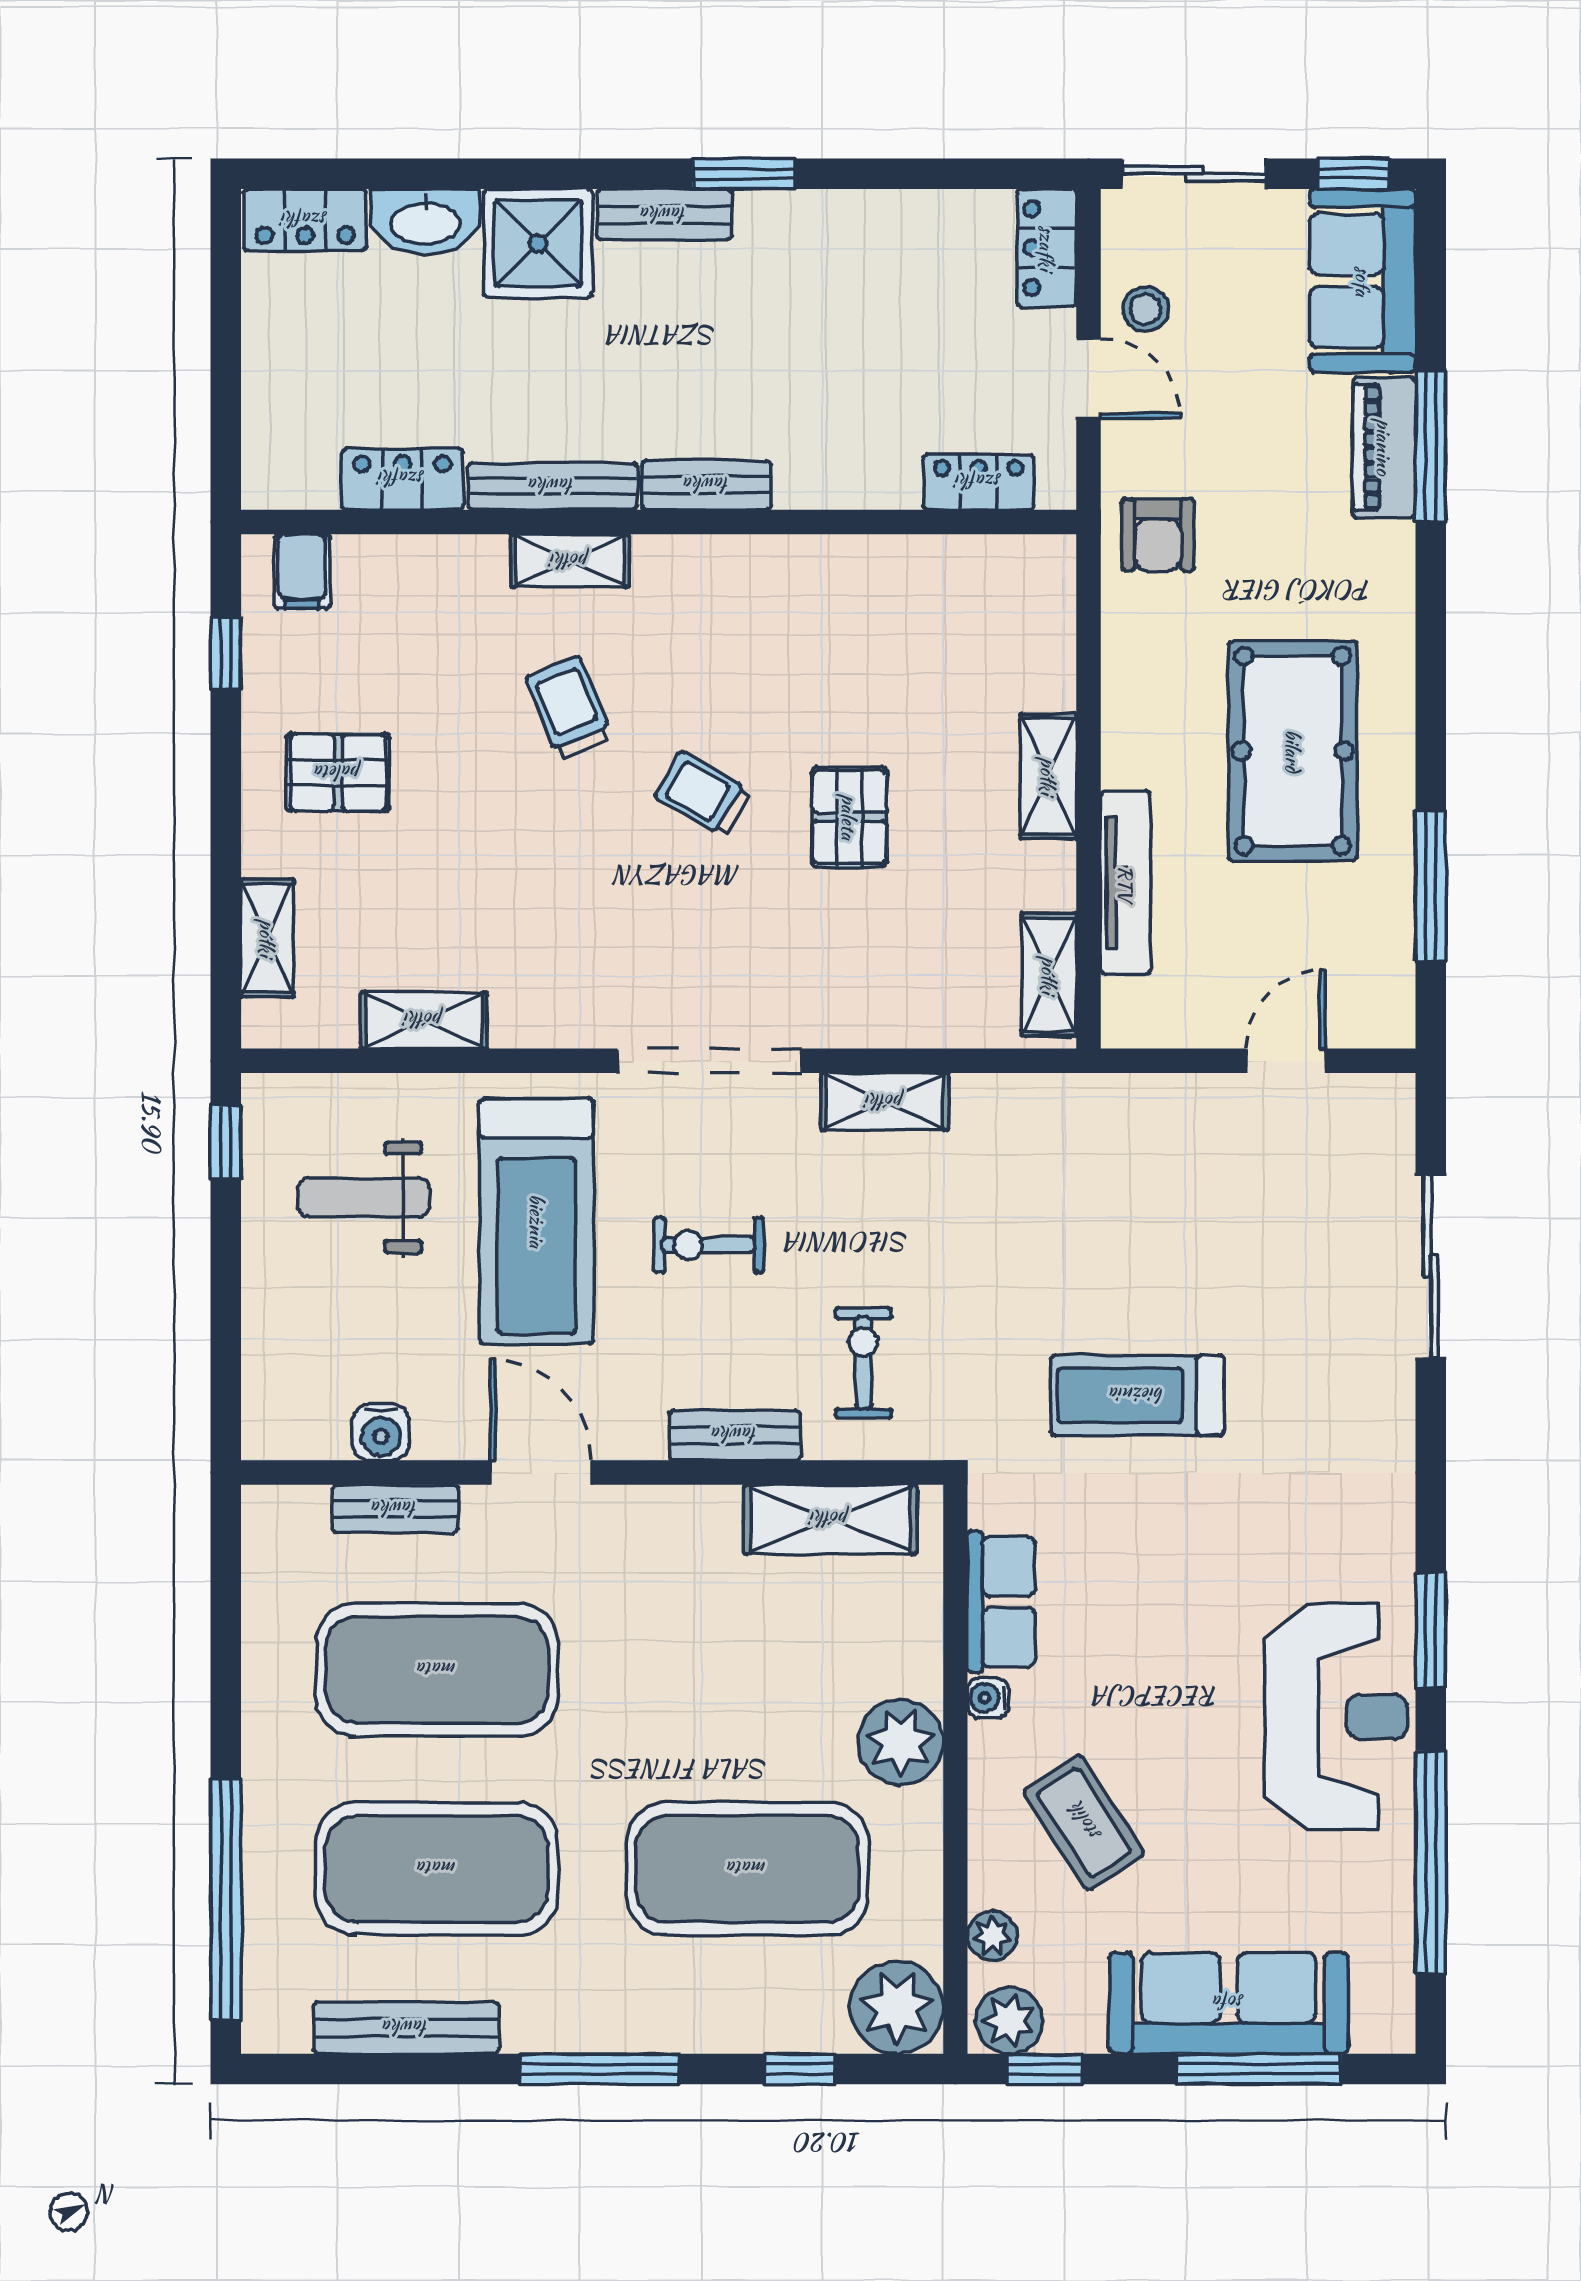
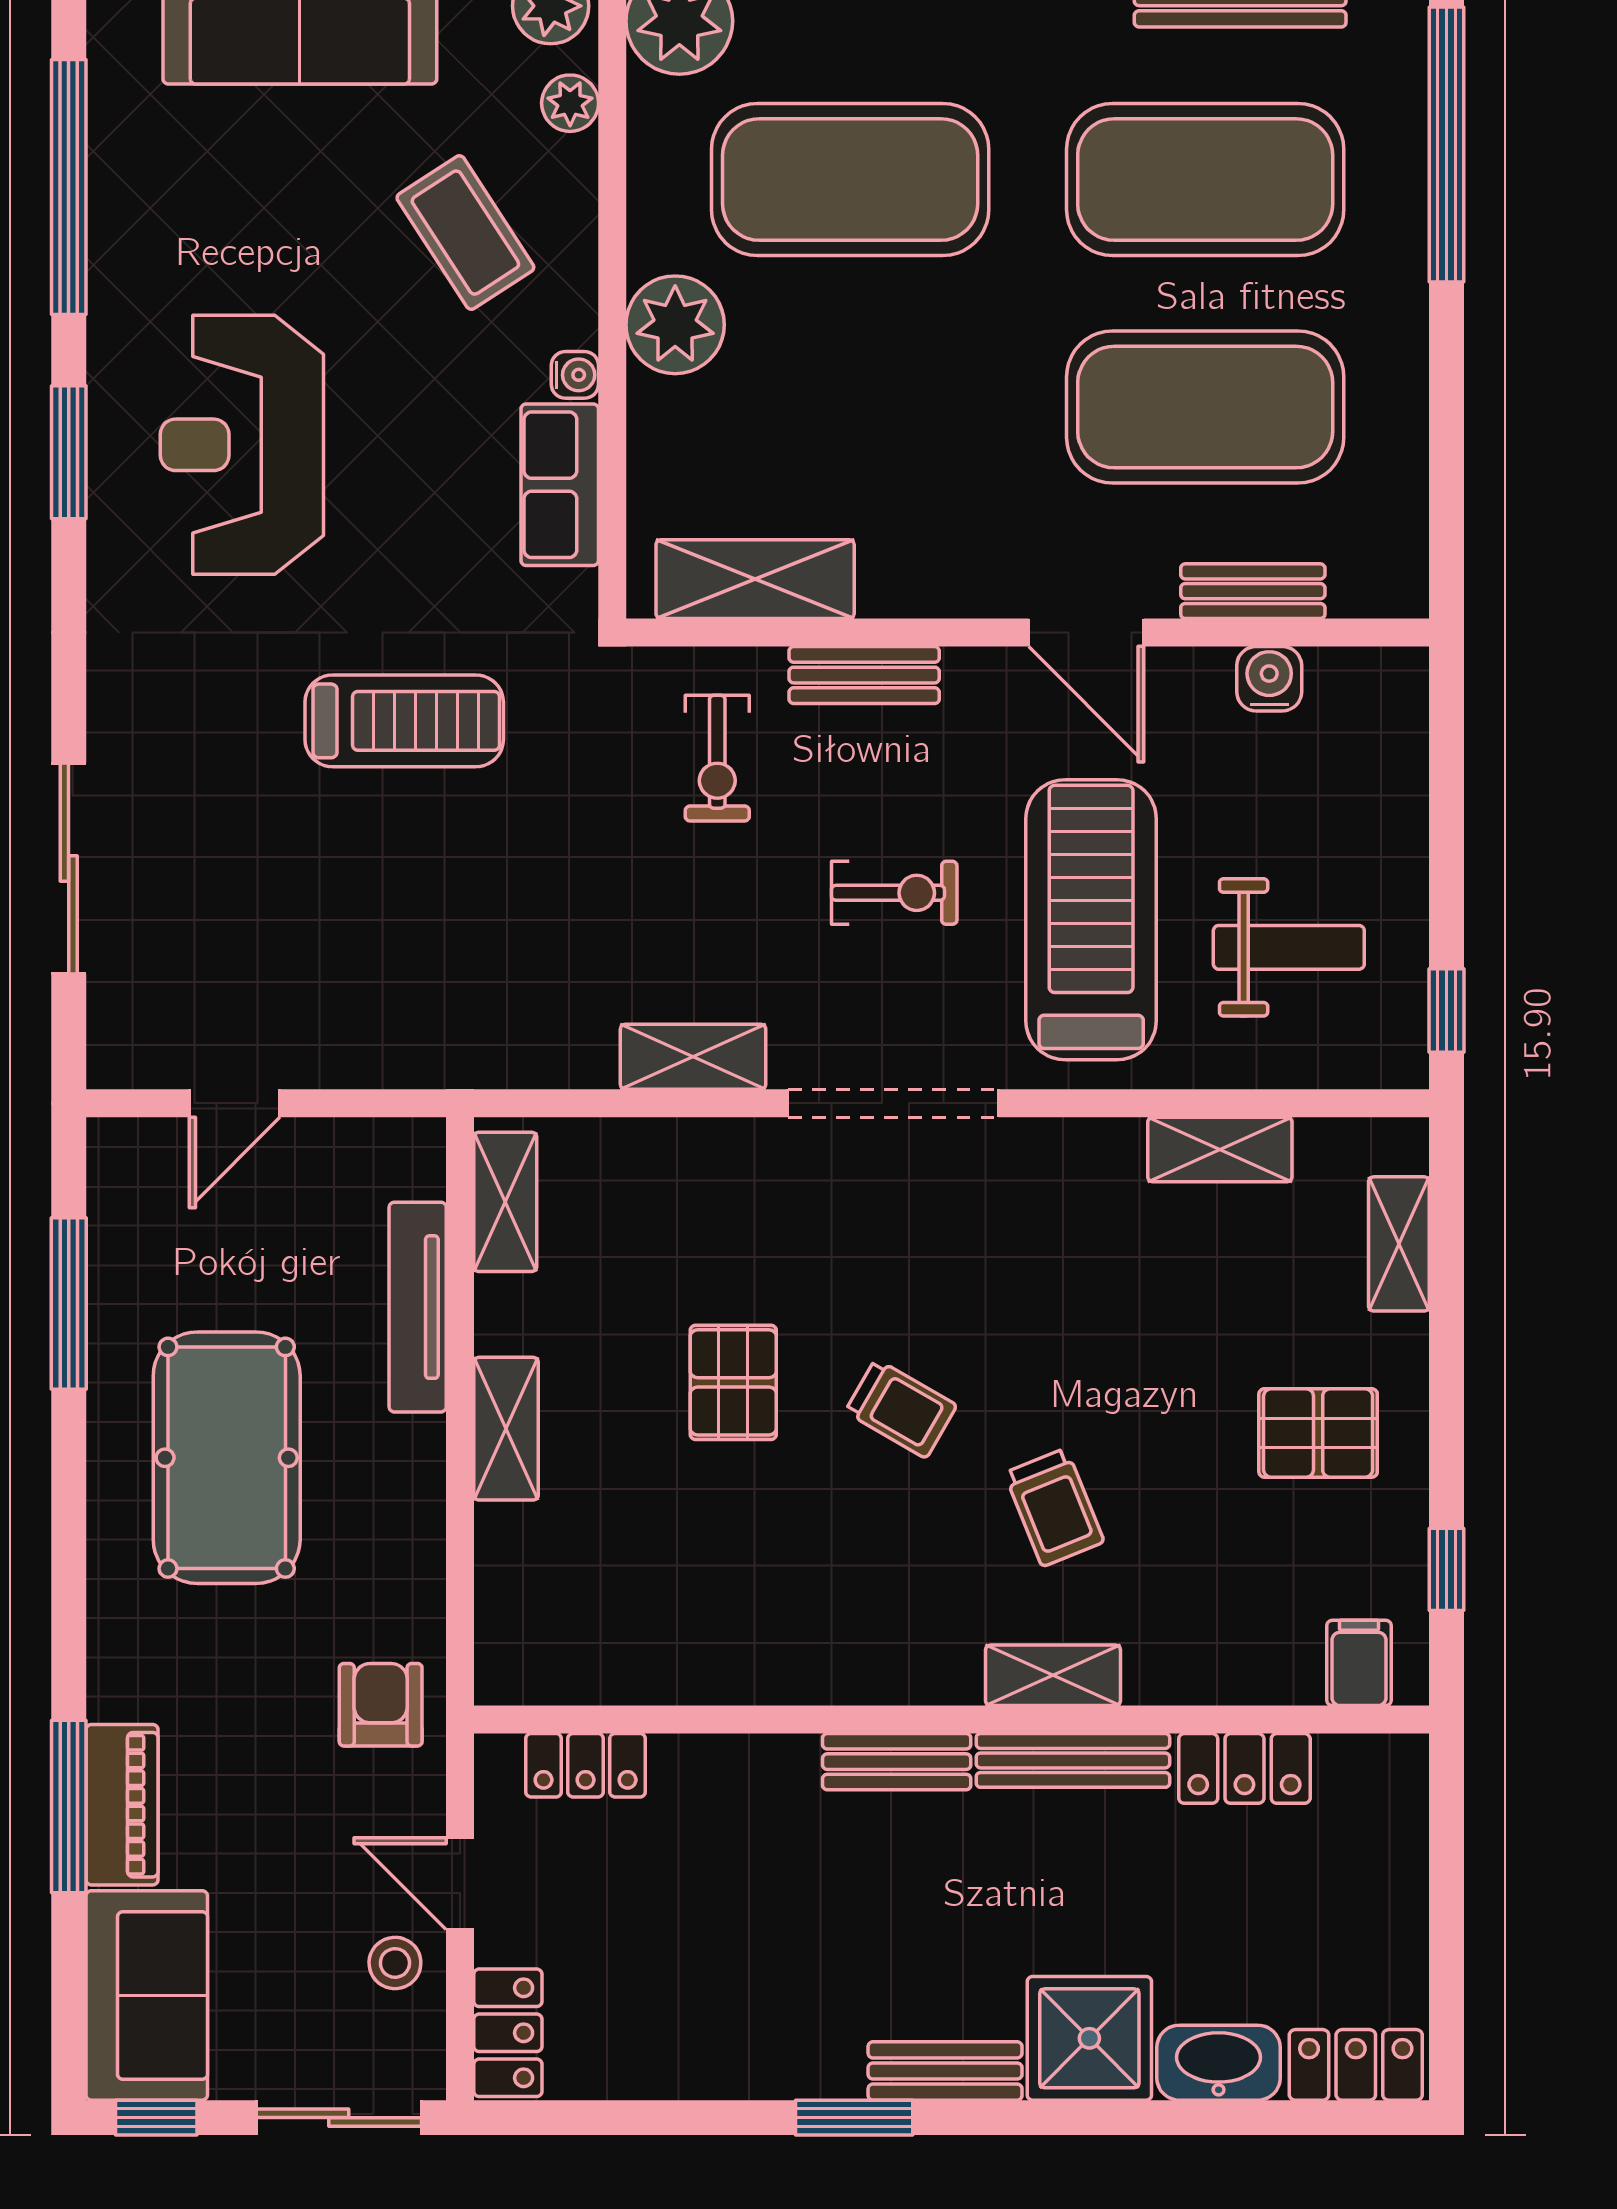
reception desk: (1336, 1717) -> (242, 445), moved

